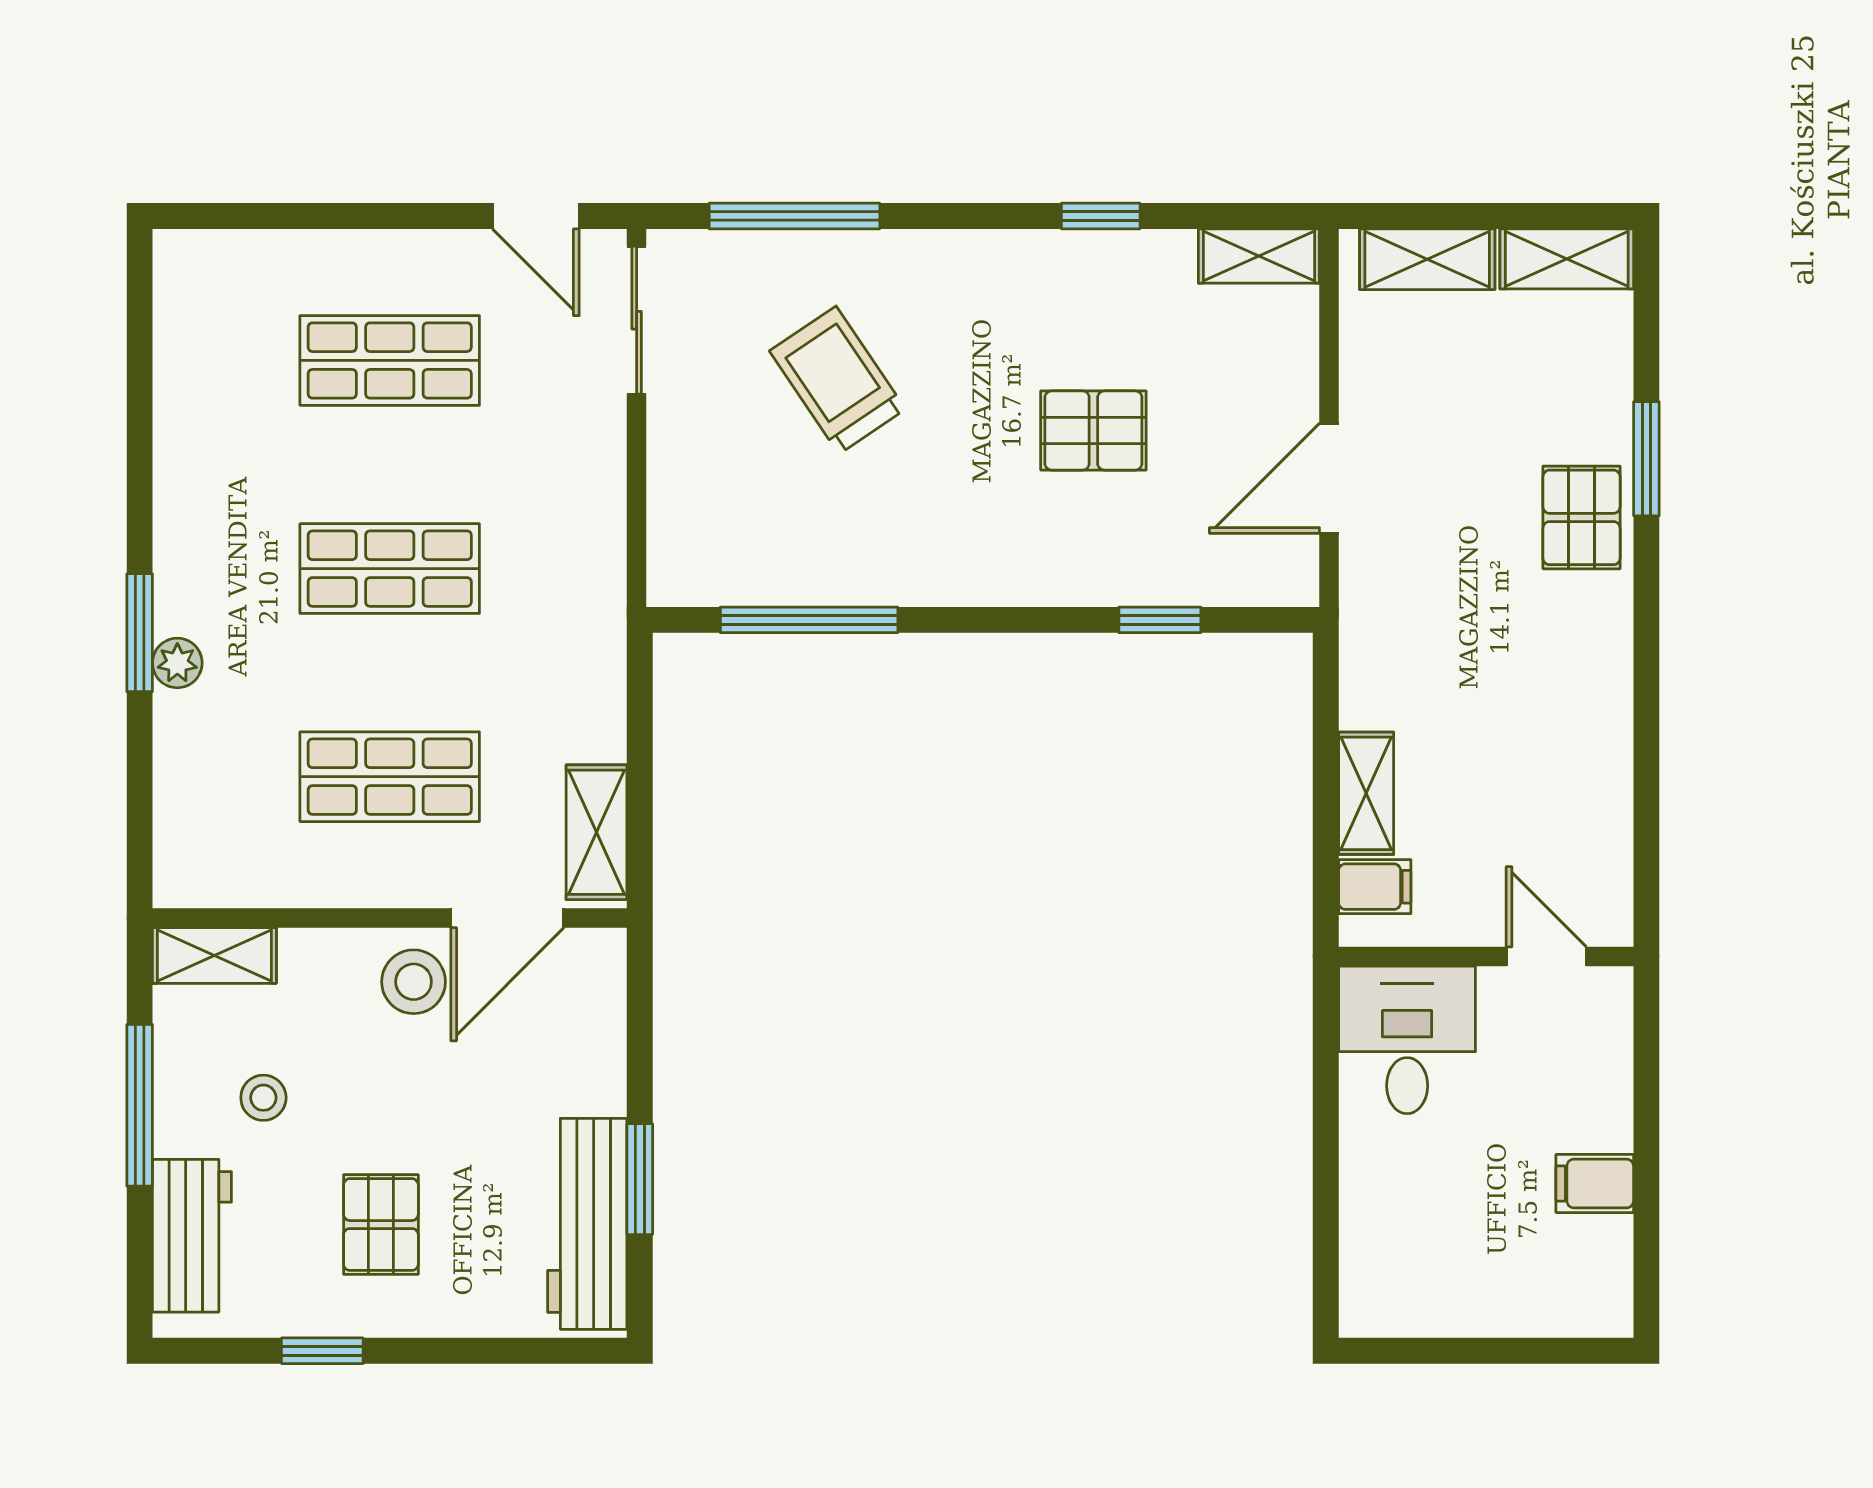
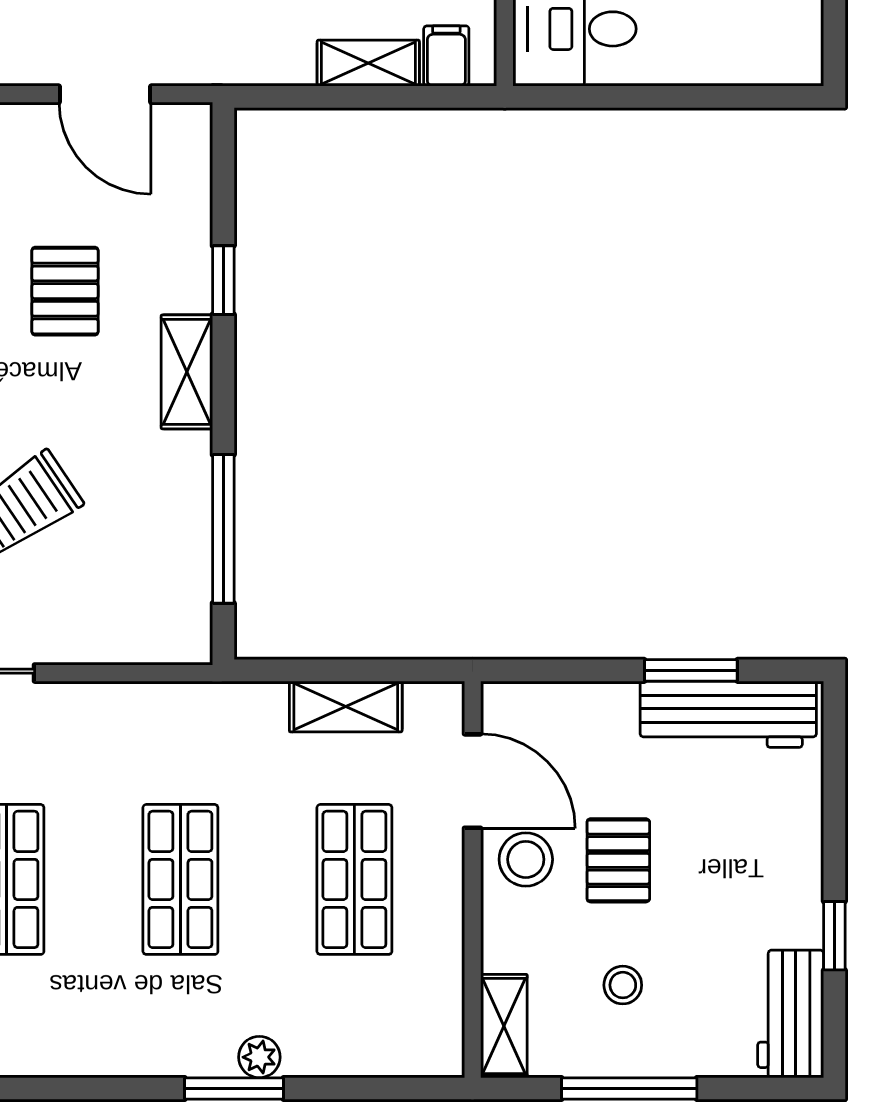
shelving: (997, 576) -> (187, 372), added
window: (1160, 620) -> (223, 280), moved
shelving: (597, 832) -> (346, 706), moved
pallet: (381, 1225) -> (618, 860), moved, turned 90
workbench: (192, 1236) -> (791, 1014), moved, turned -90

